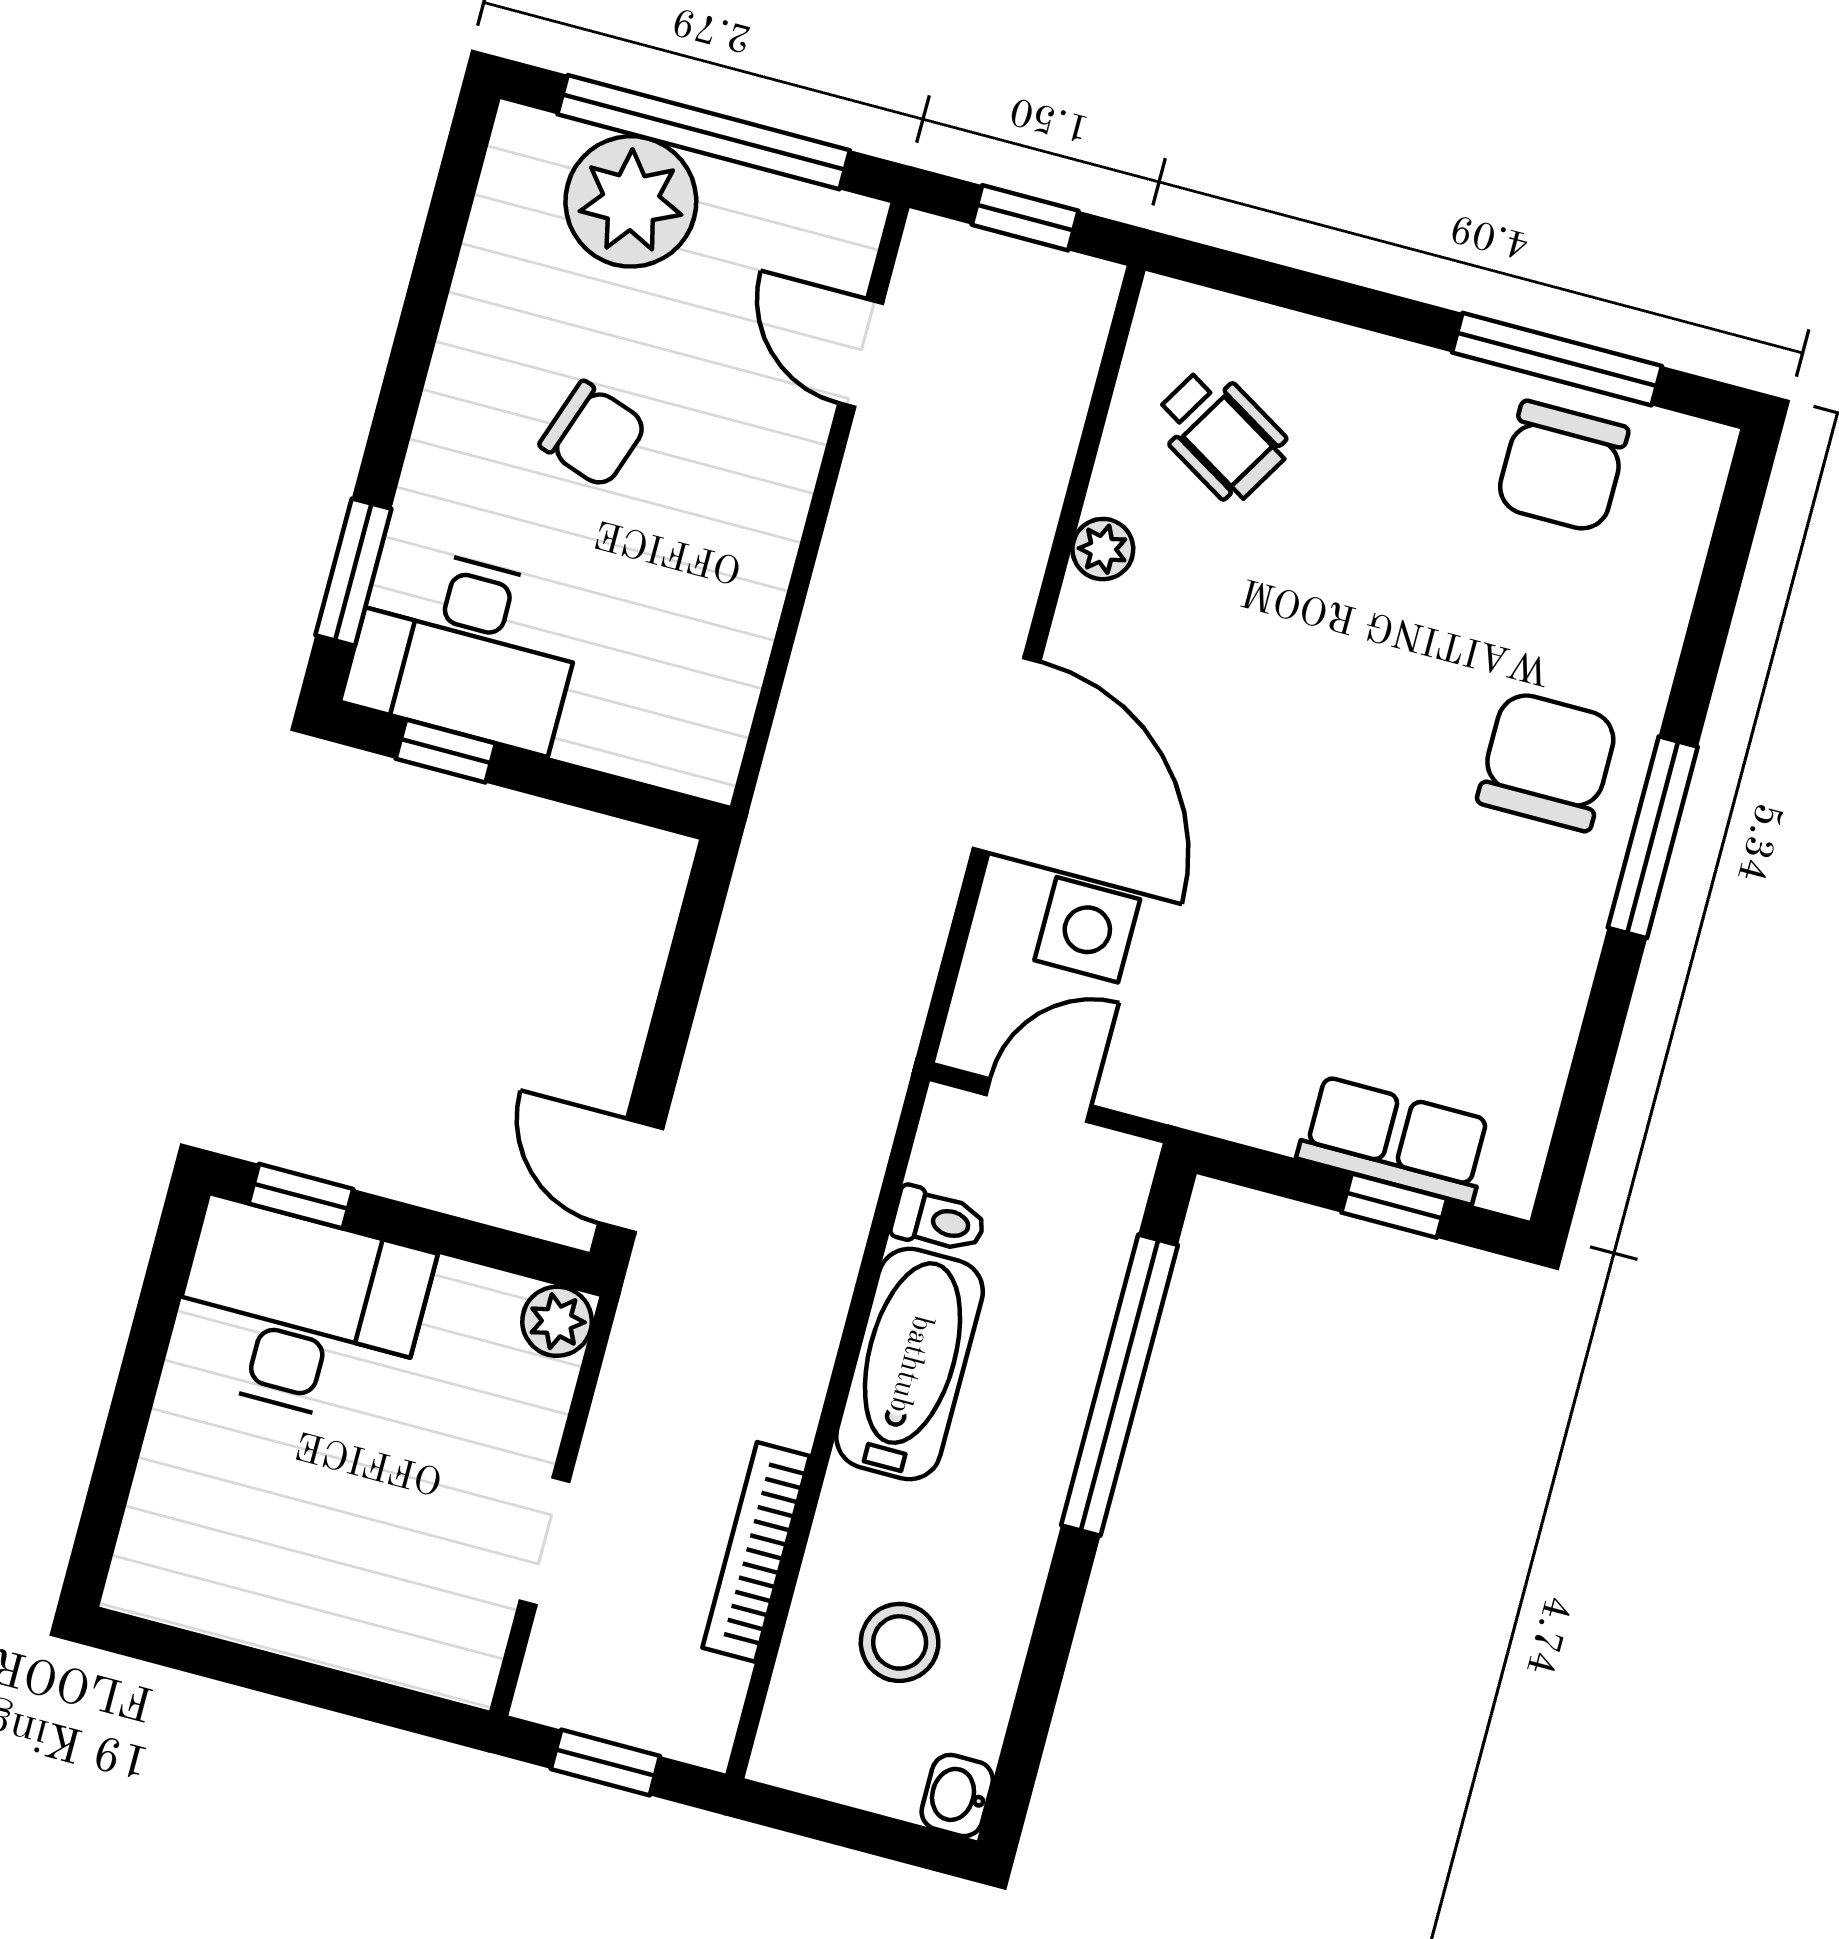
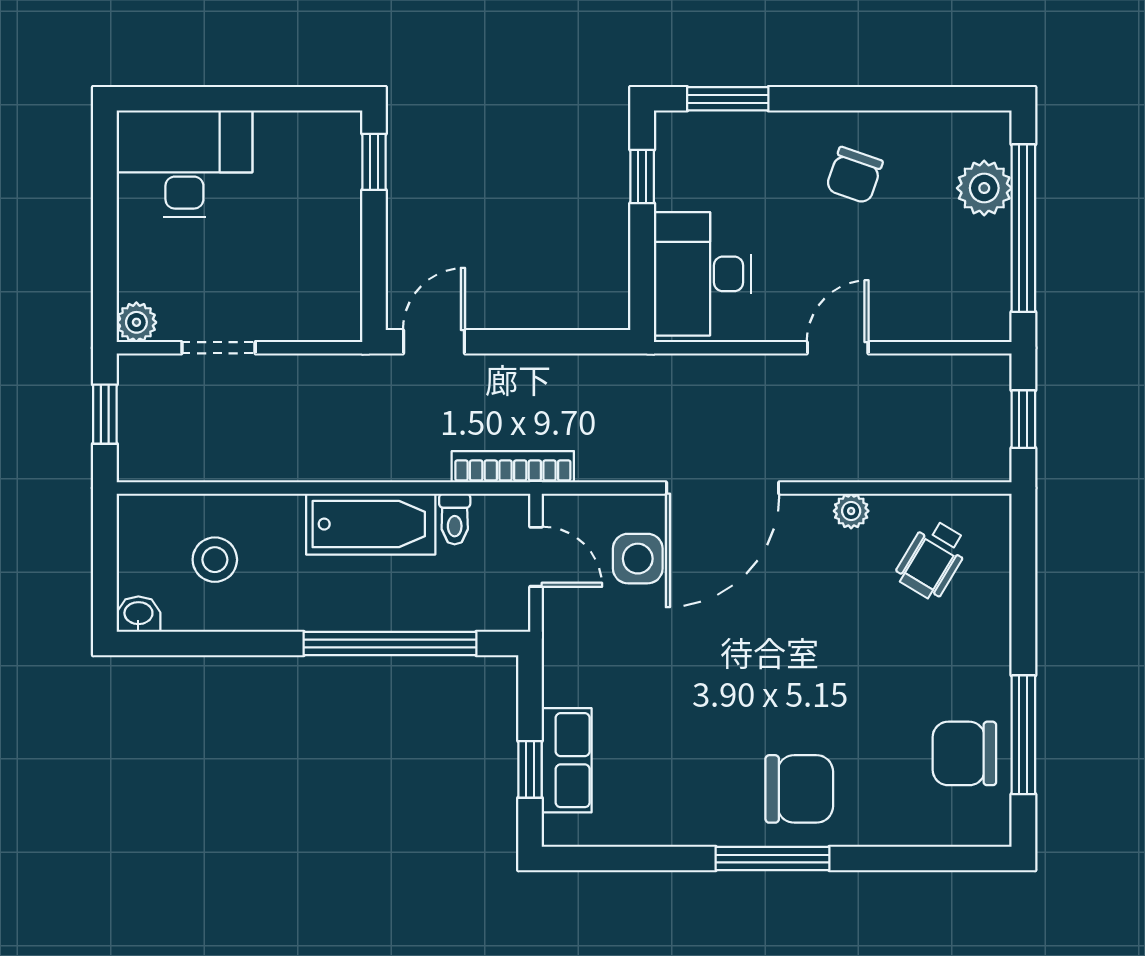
plant: (631, 201) -> (984, 188), width x0.73, depth x0.73
door: (861, 353) -> (838, 348), moved
chair: (593, 434) -> (854, 175), moved
desk: (466, 648) -> (702, 274), moved
desk: (300, 1313) -> (184, 164), moved, turned -90
plant: (557, 1321) -> (136, 322), moved
bookcase: (756, 1552) -> (513, 467), moved

